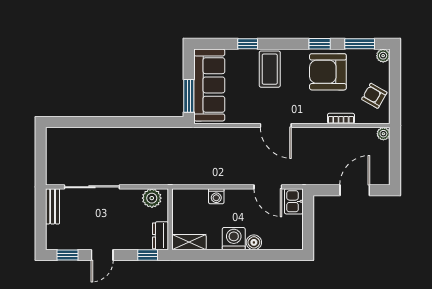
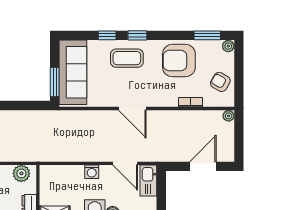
window: (320, 44) -> (137, 35), moved
coffee table: (270, 69) -> (127, 58), turned 90
washing machine: (216, 196) -> (92, 172), moved
kitchen sink: (294, 201) -> (148, 181), width x1.38

